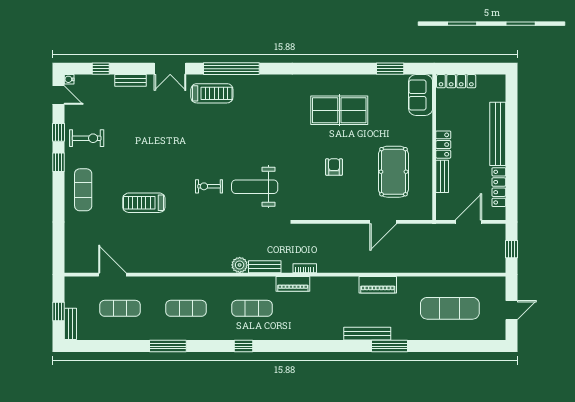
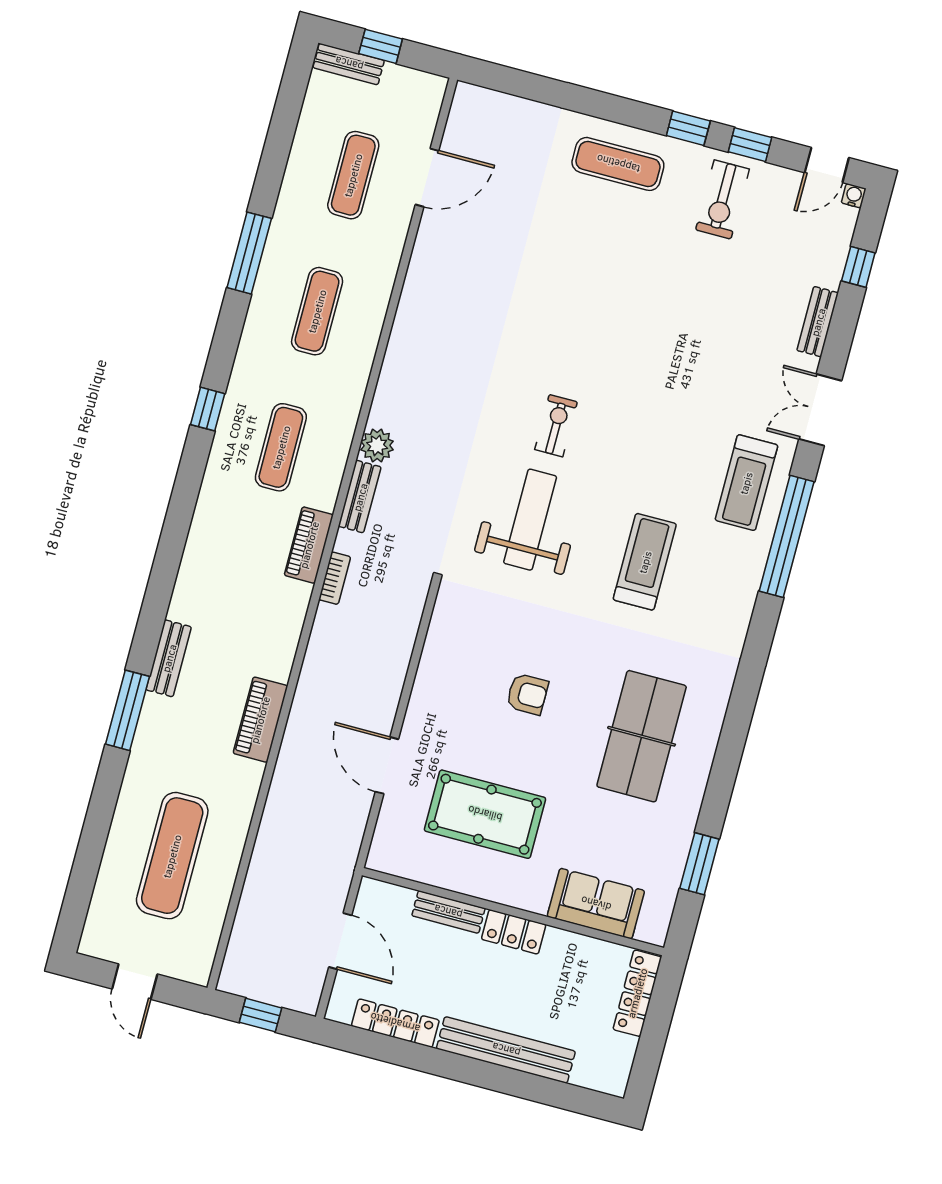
sofa: (421, 95) -> (596, 904), moved
treadmill: (144, 203) -> (645, 562), moved
bench: (367, 334) -> (169, 658), width x0.73

